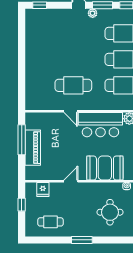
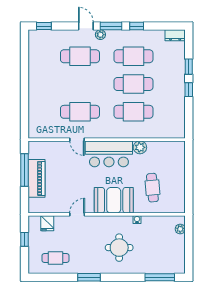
cafe table: (73, 33) -> (80, 56), added

